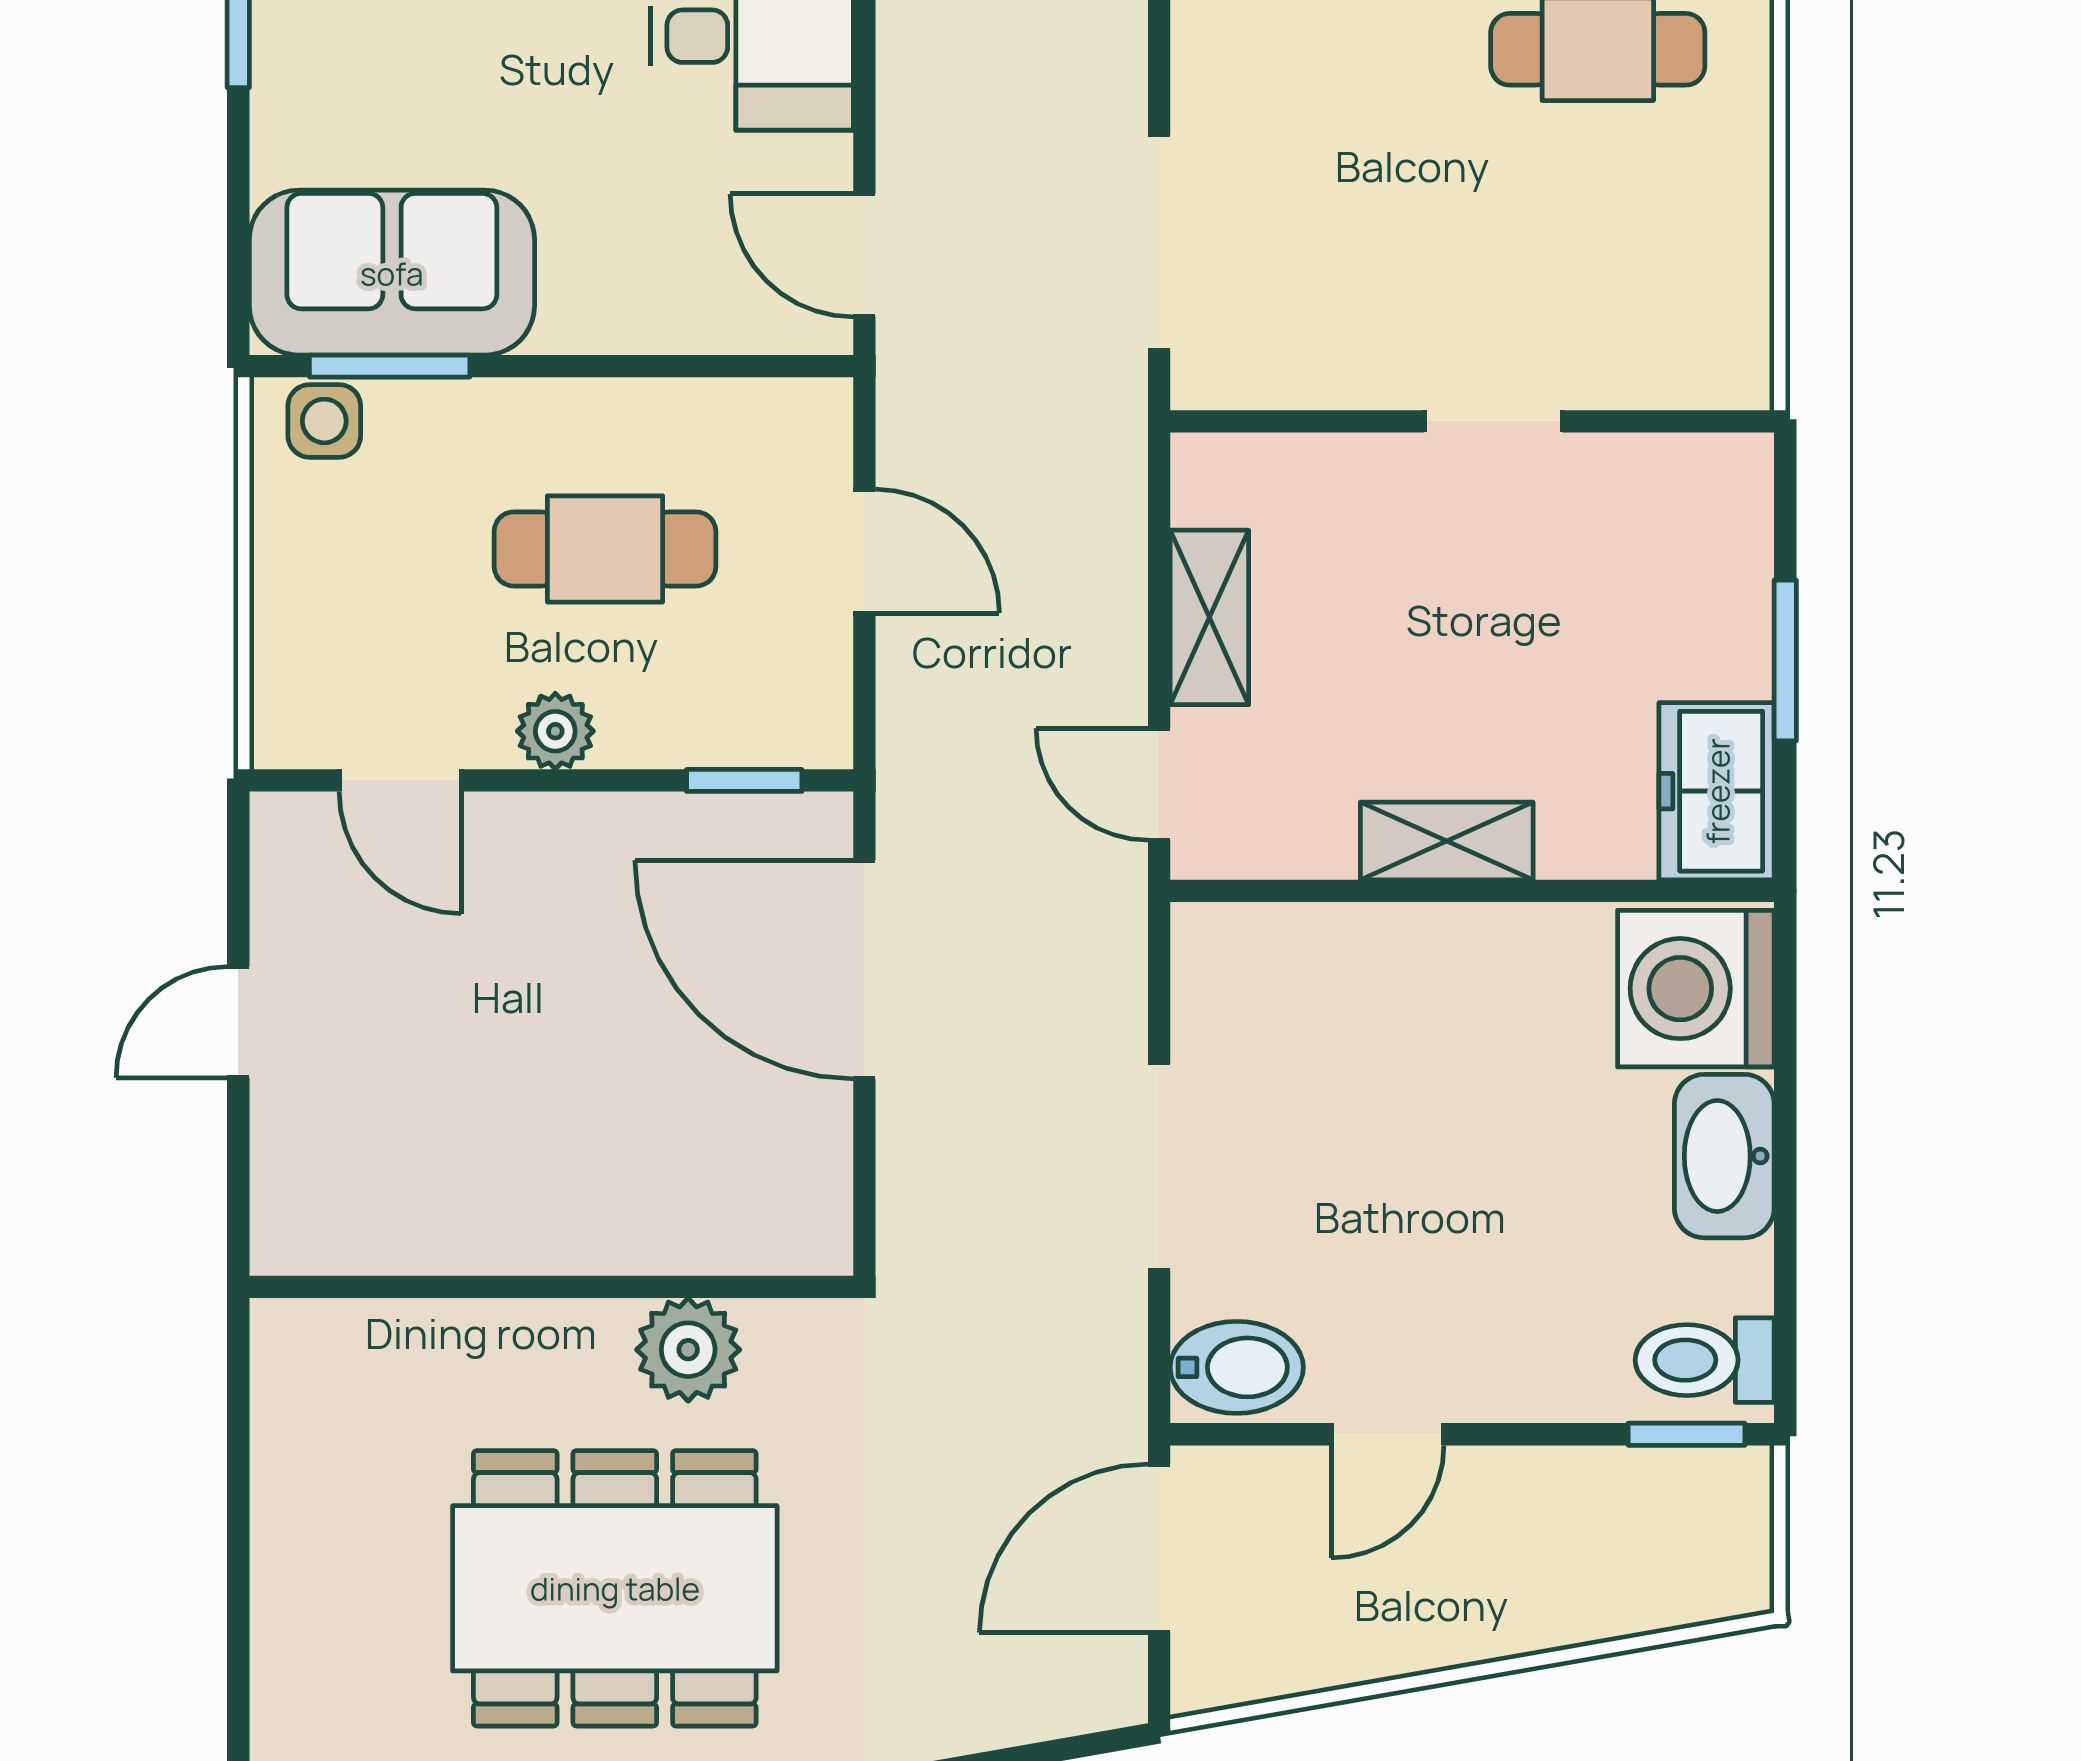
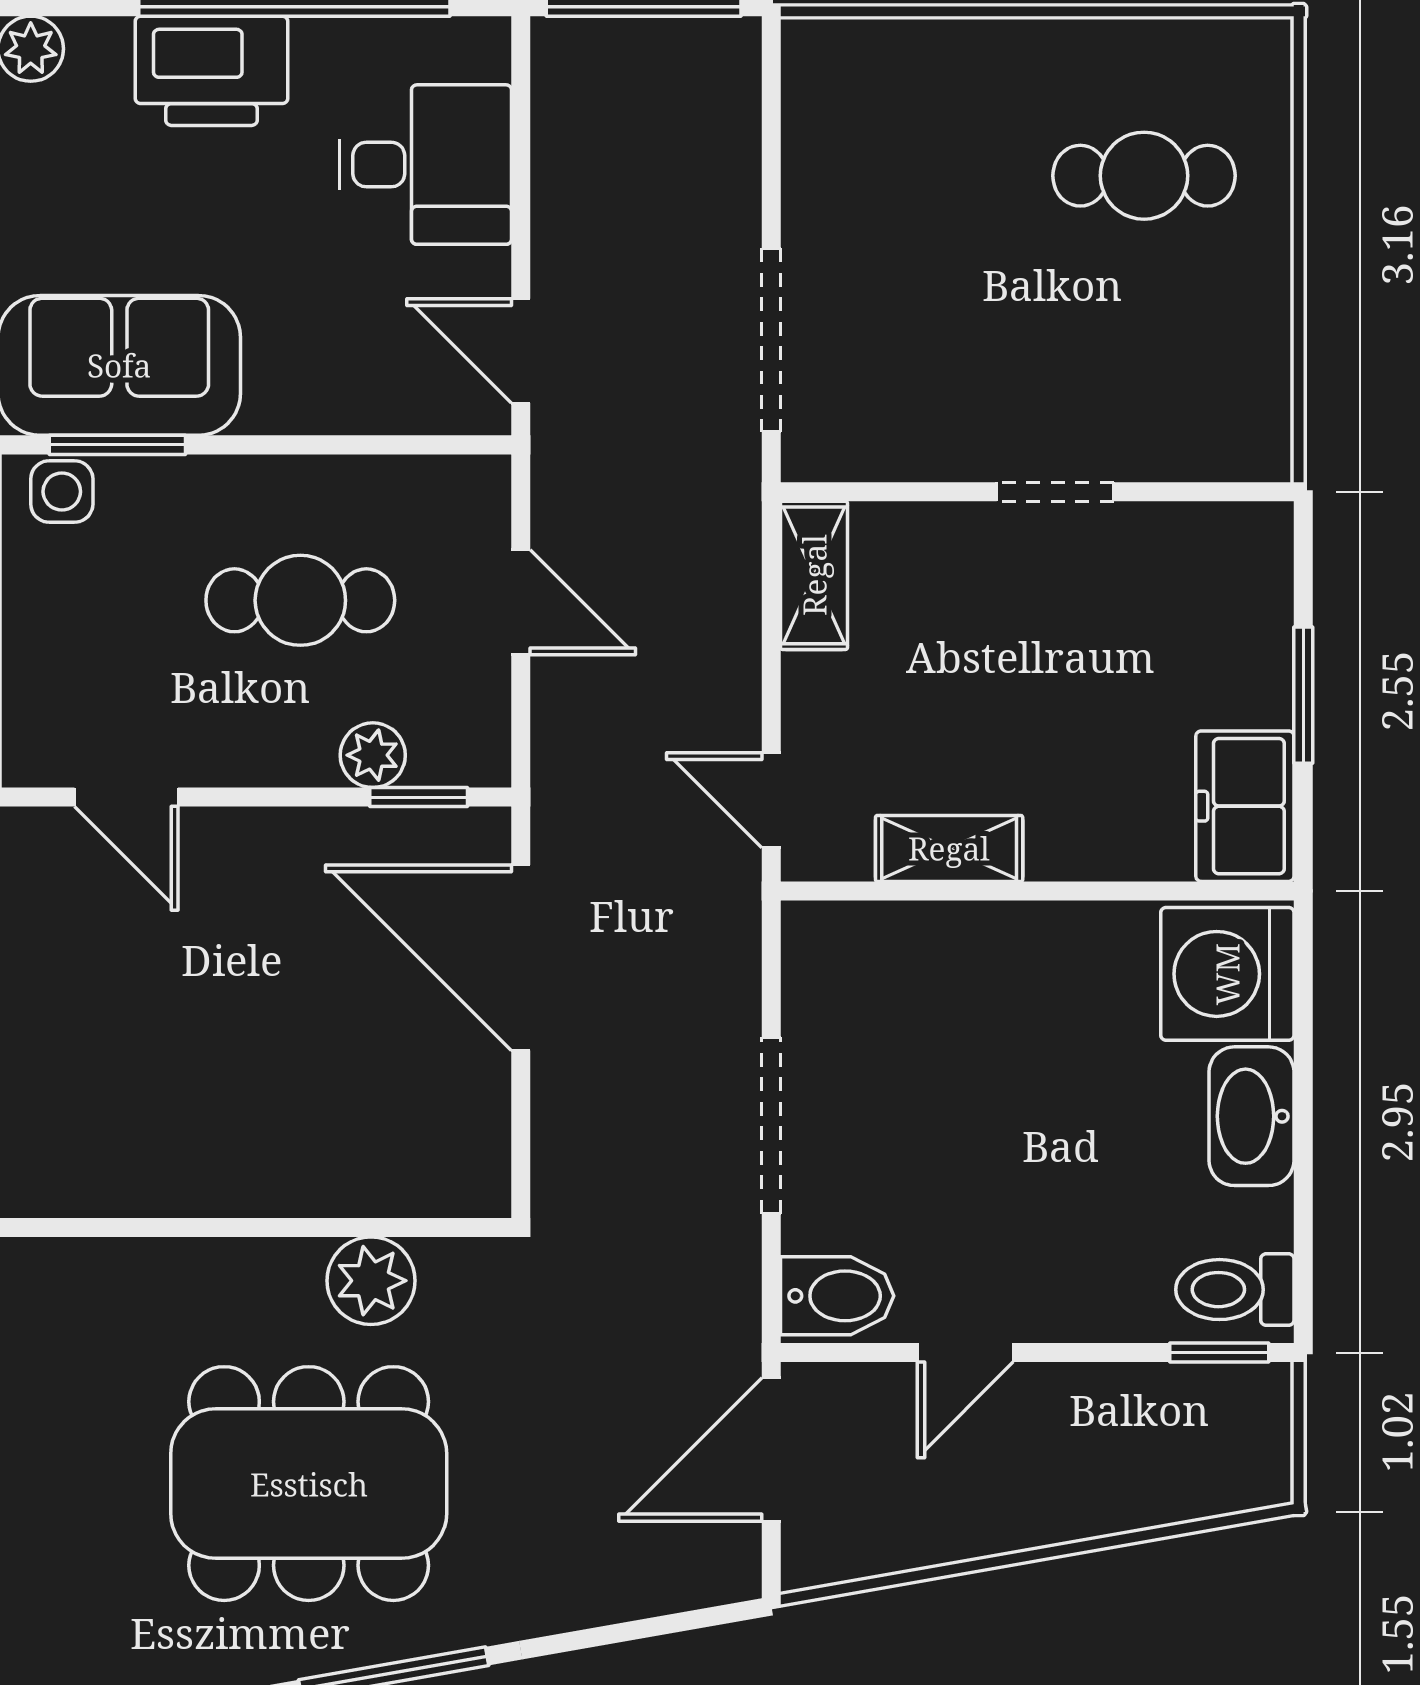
shelving: (1209, 617) -> (814, 575), moved
plant: (555, 731) -> (373, 755), moved
shelving: (1447, 841) -> (949, 848), moved

